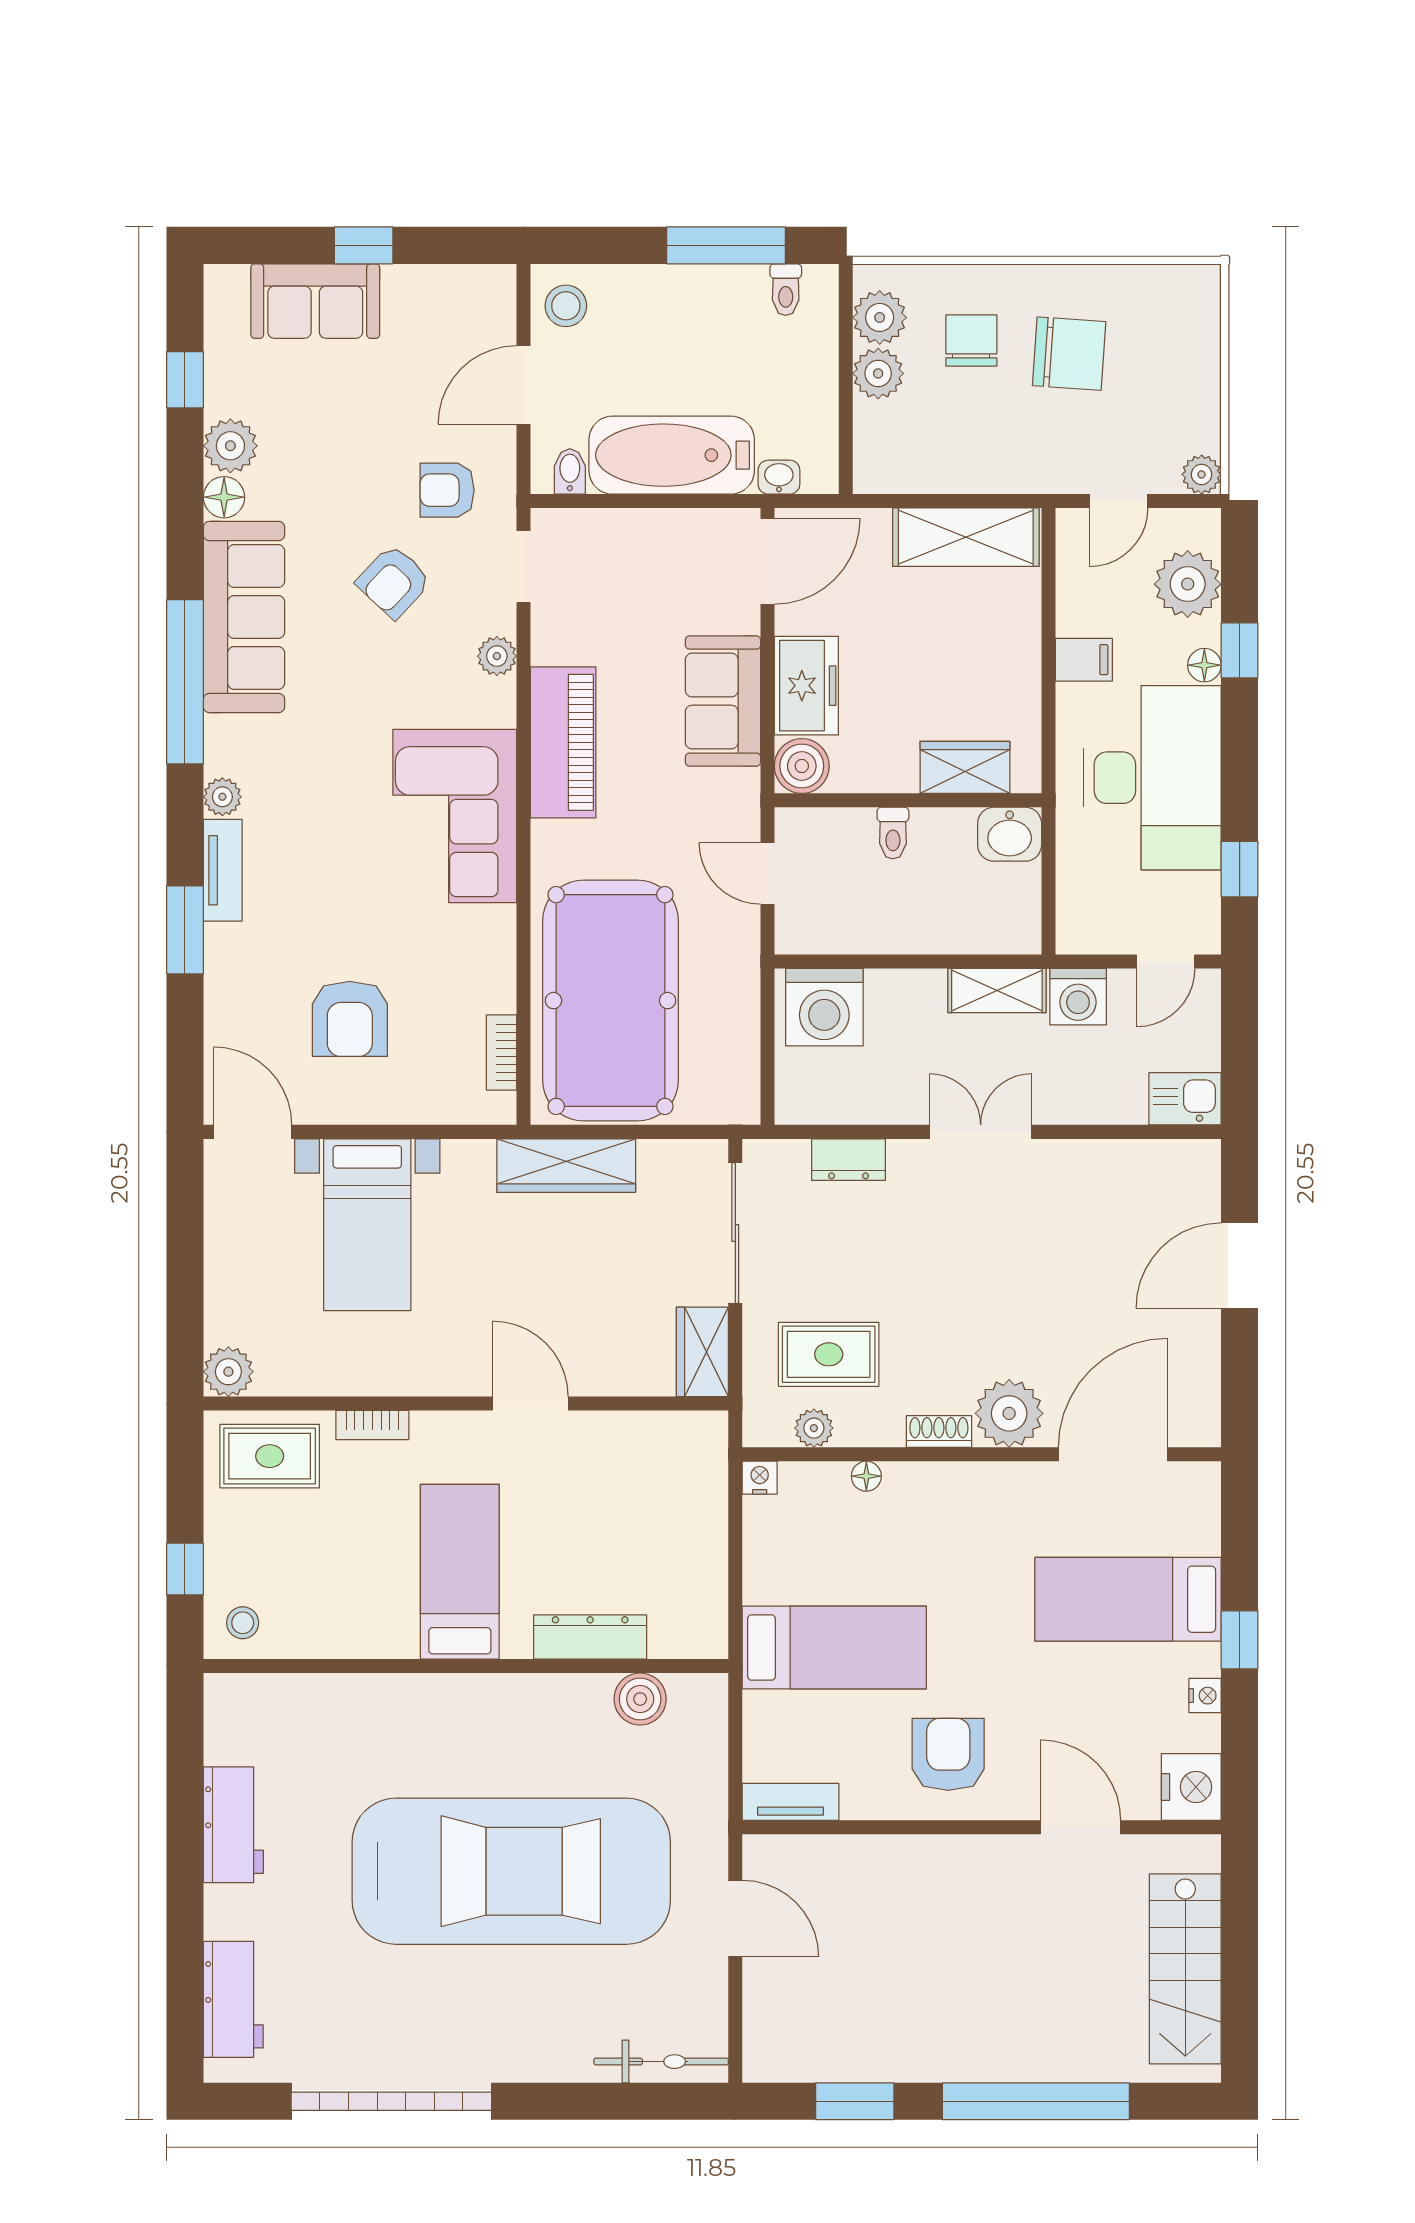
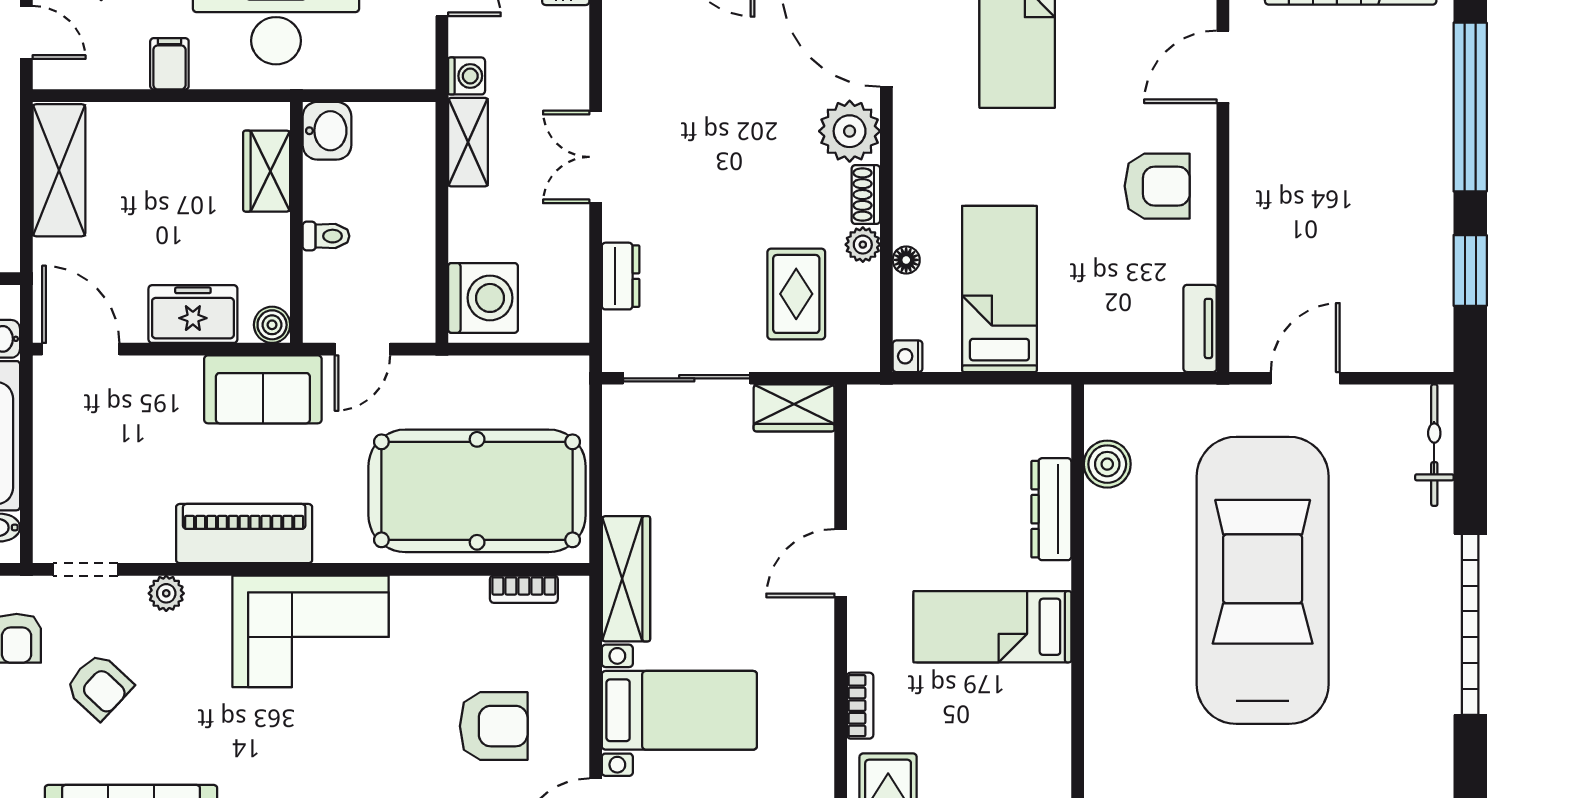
sofa: (723, 701) -> (263, 389), moved
boiler: (802, 766) -> (272, 325), width x0.73, depth x0.73
washing machine: (1078, 997) -> (467, 76), width x0.73, depth x0.73
wardrobe: (566, 1166) -> (626, 579), moved
plant: (814, 1428) -> (863, 245), moved
bed: (834, 1648) -> (999, 289), moved
armchair: (948, 1754) -> (1157, 186), turned 180
garage door: (391, 2101) -> (1470, 624), moved

